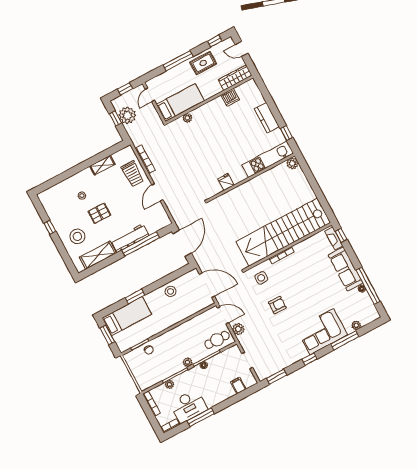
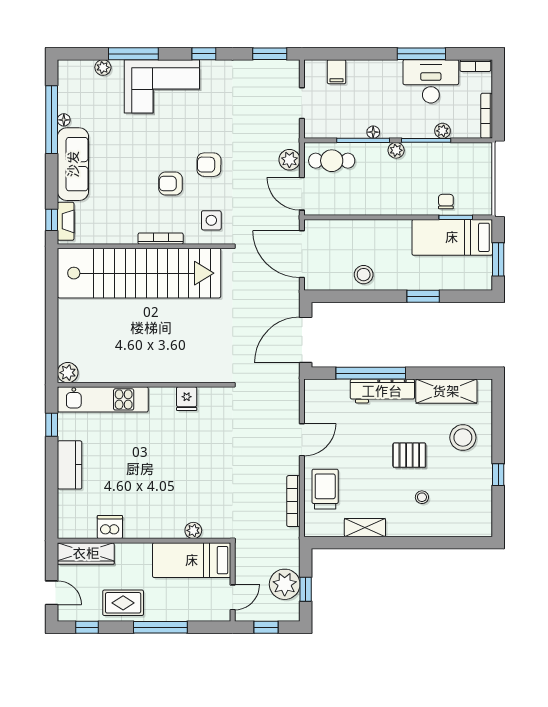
armchair: (291, 285) -> (170, 184), added
bed: (127, 316) -> (452, 237), moved

